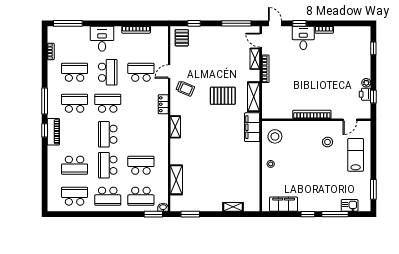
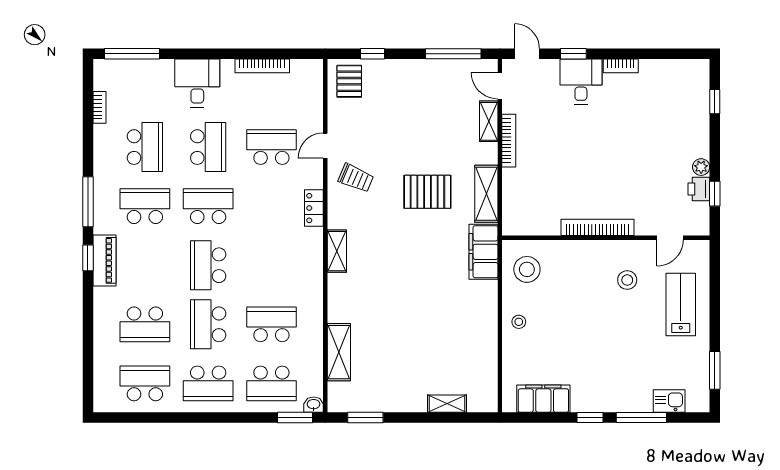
school desk: (75, 72) -> (145, 147), turned 90

